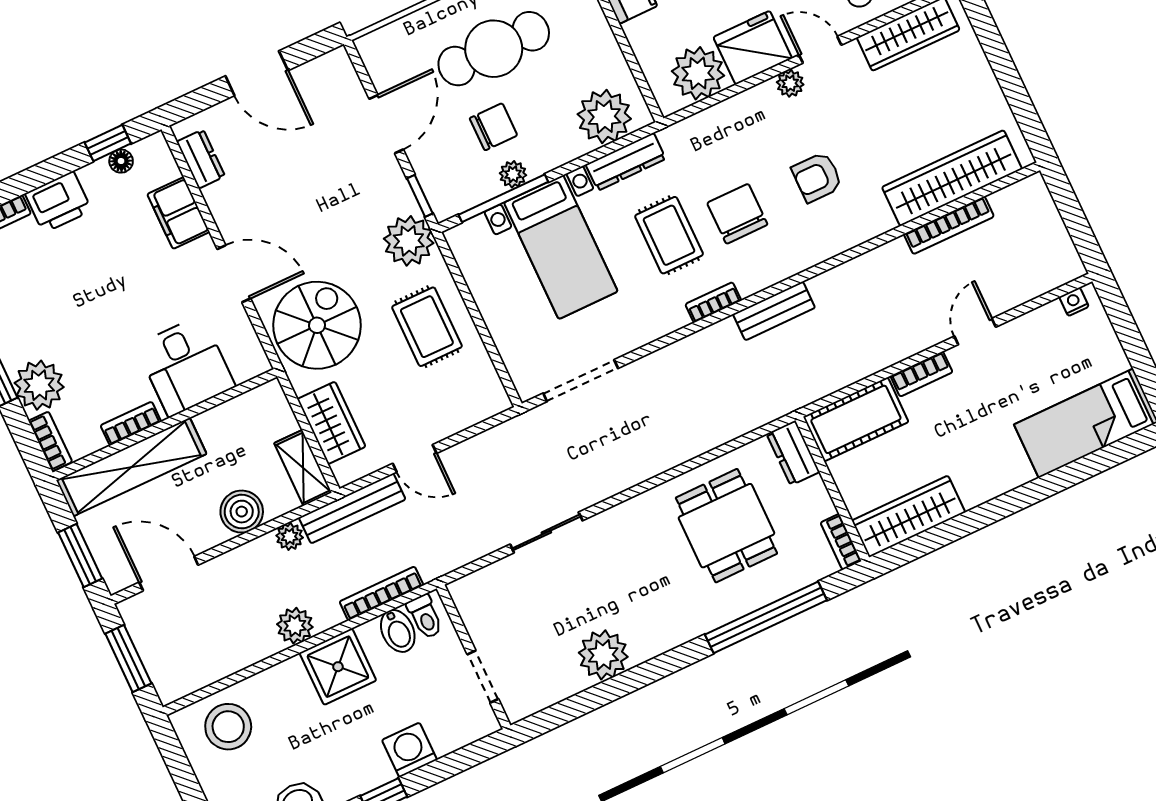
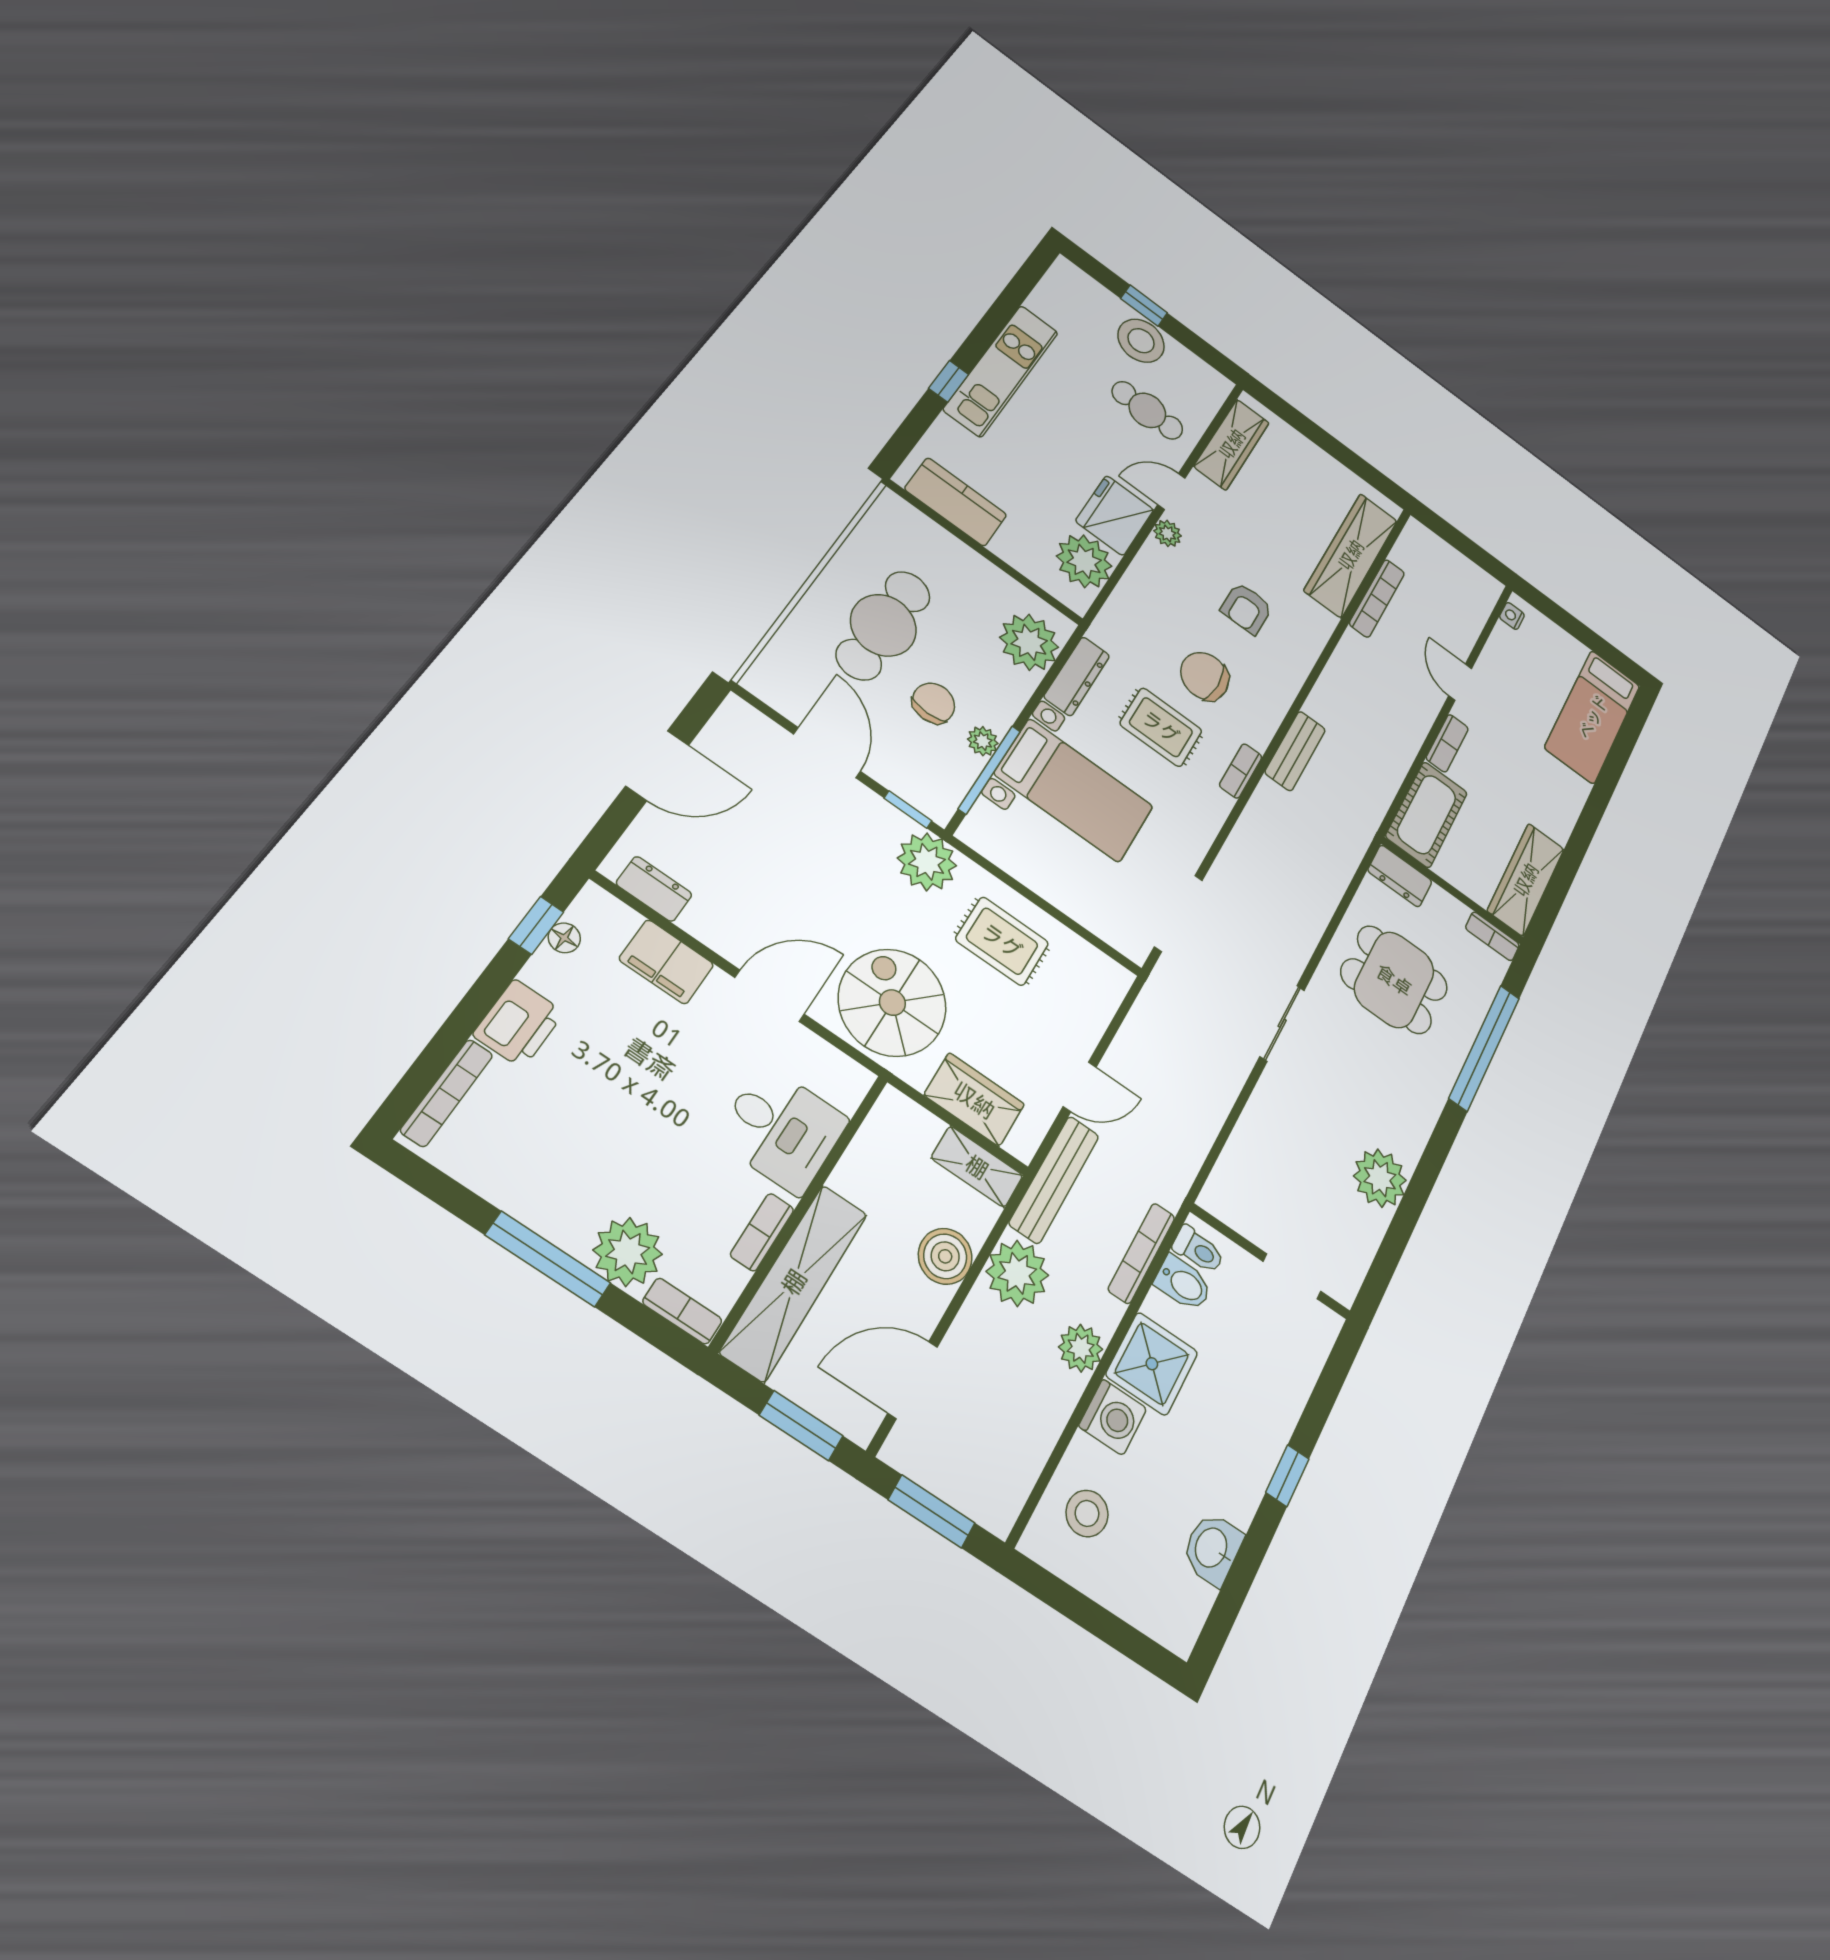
sliding door: (546, 532) -> (1282, 1023), moved
plant: (290, 536) -> (1017, 1273), width x1.88, depth x1.88
stool: (228, 727) -> (1087, 1513), width x0.73, depth x0.73
washing machine: (409, 750) -> (1113, 1417), moved, turned 180

